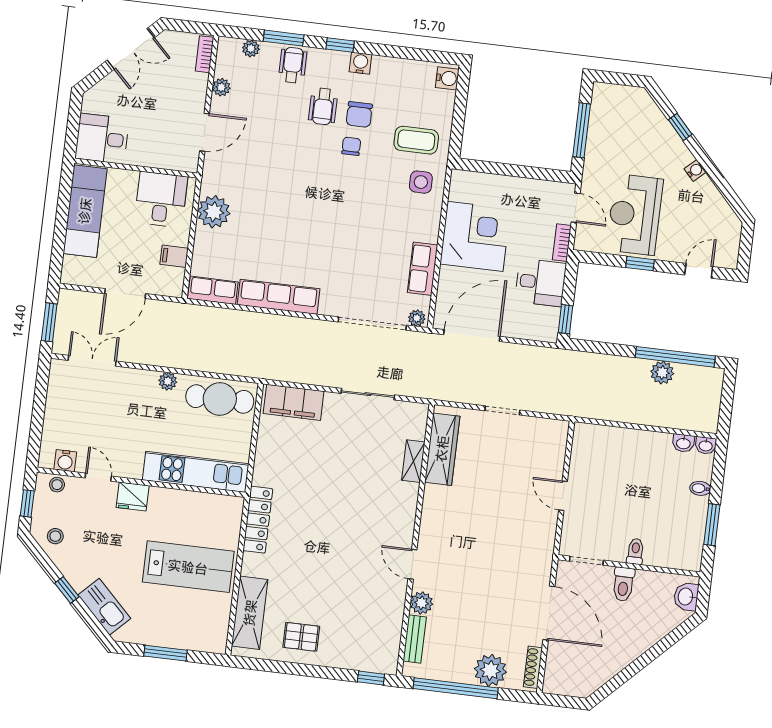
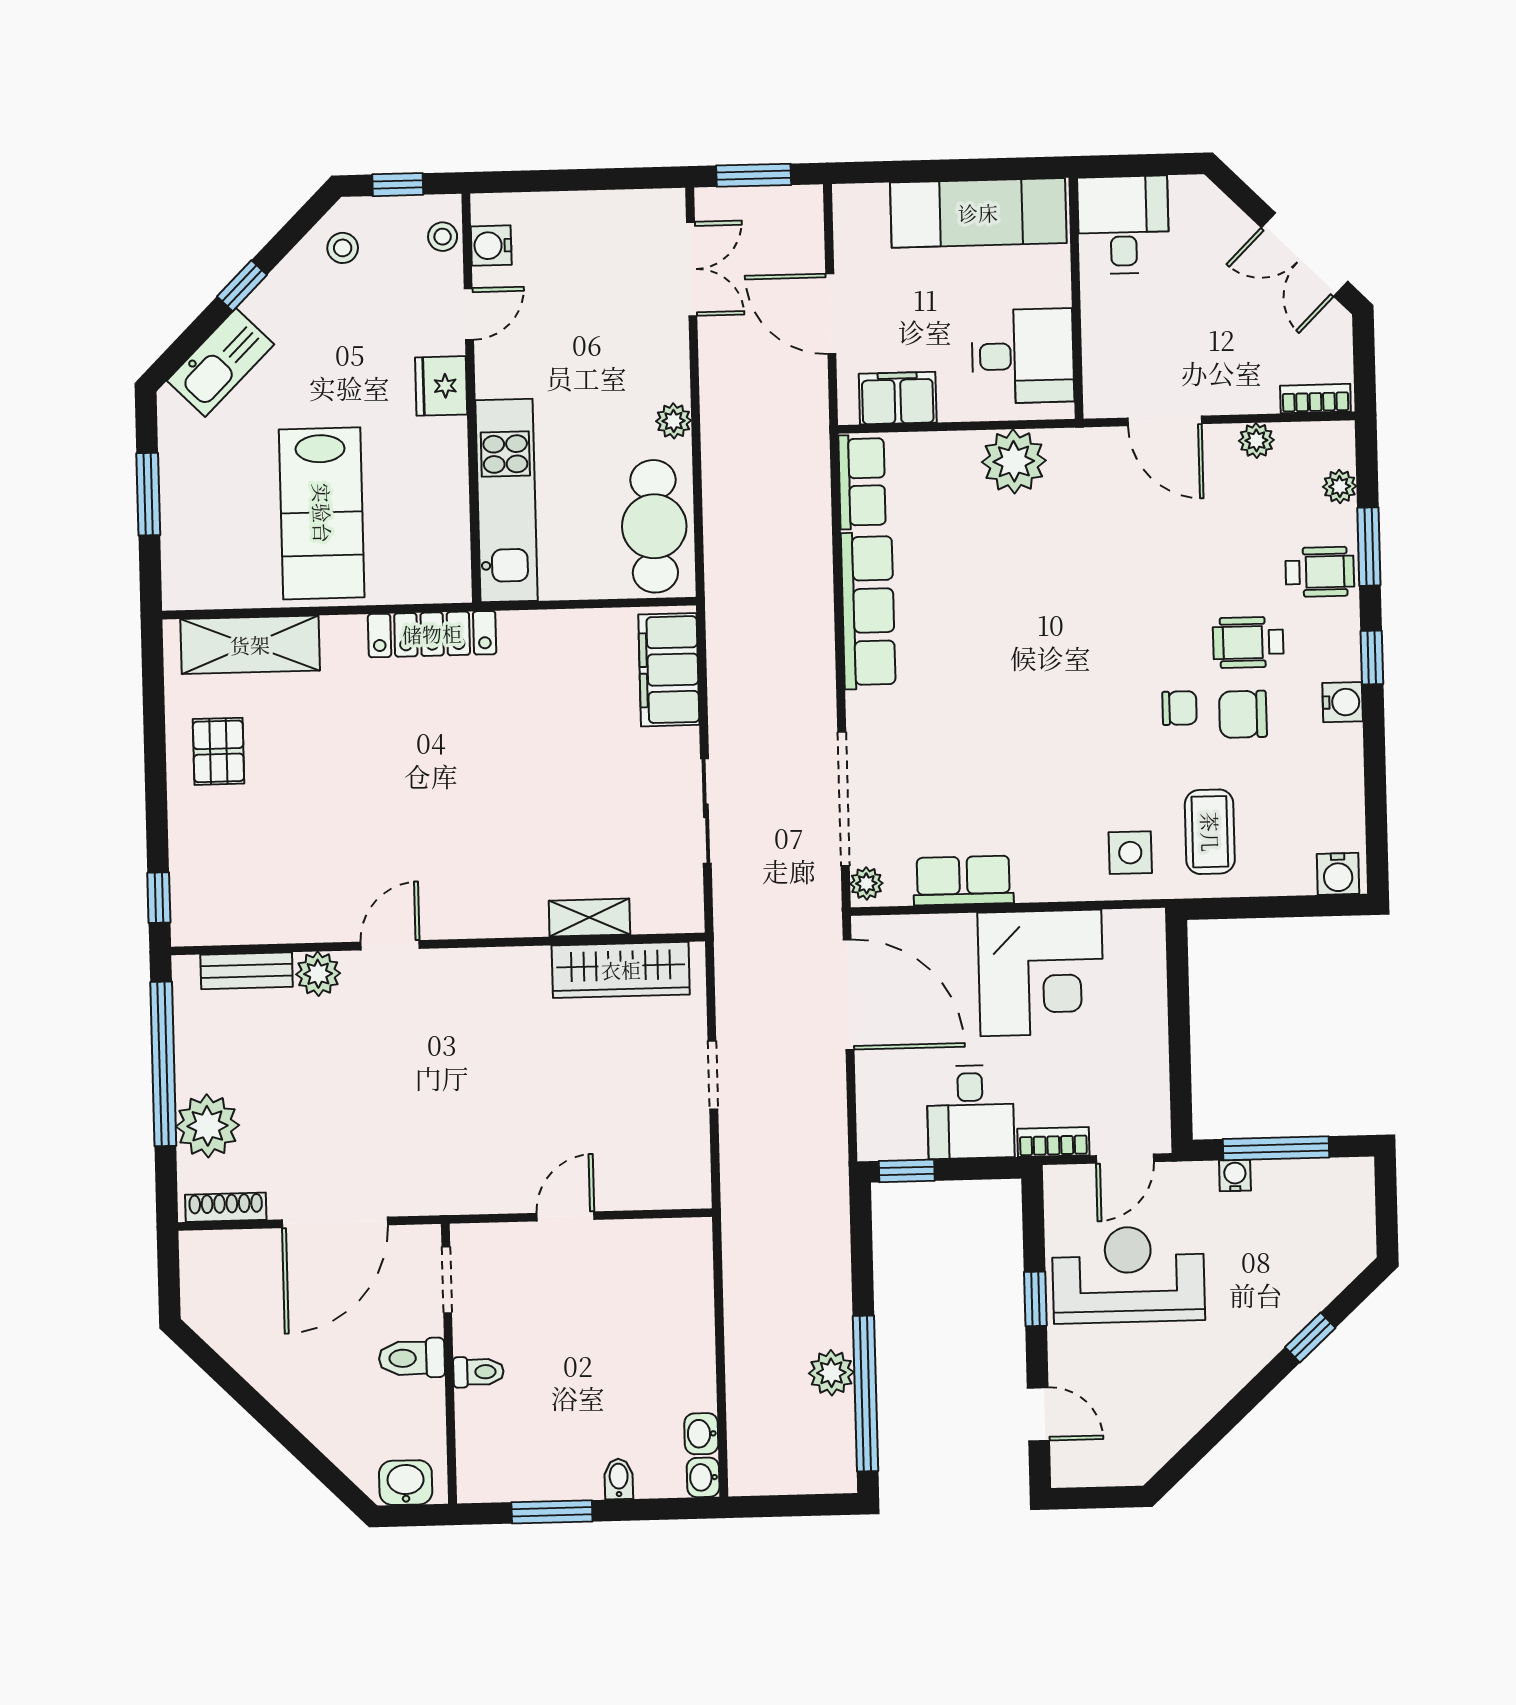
water cooler: (695, 170) -> (1235, 1176), moved, turned -137
filing cabinet: (174, 256) -> (898, 398), width x2.00

